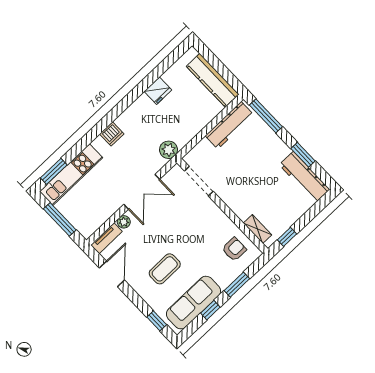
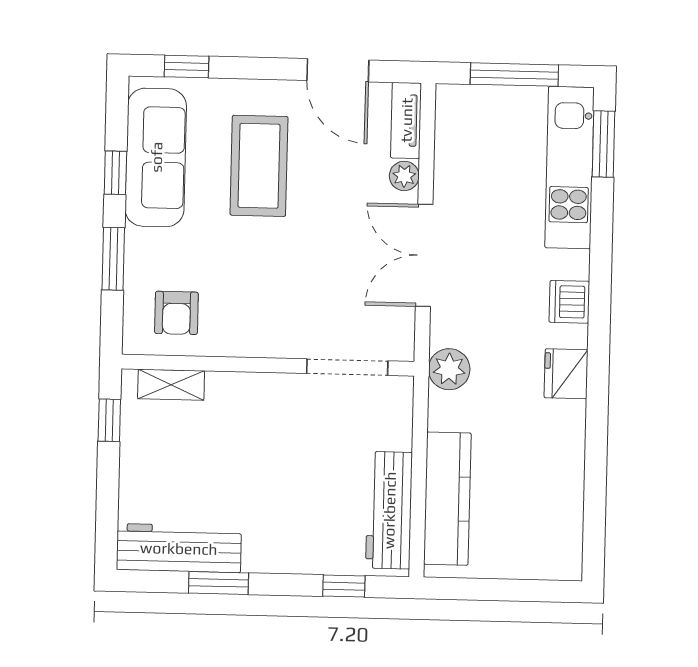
kitchen counter: (213, 80) -> (447, 499), moved, turned 90
fridge: (158, 91) -> (566, 374), moved
window: (266, 116) -> (344, 586), width x0.46
coffee table: (165, 269) -> (259, 166), width x1.36, depth x1.32

